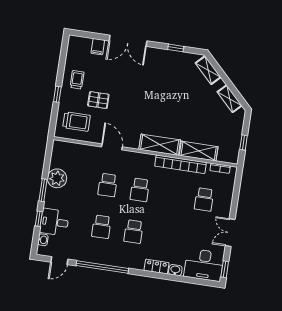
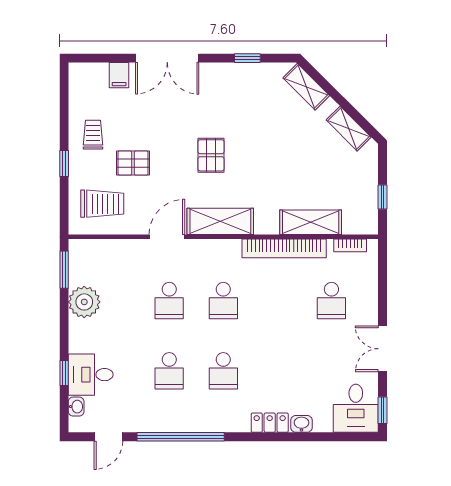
pallet: (145, 102) -> (211, 155), added
shelving: (160, 145) -> (220, 221), moved
door: (112, 147) -> (167, 237), hinge flipped
window: (43, 190) -> (64, 270), moved
desk: (204, 265) -> (356, 408), width x0.73

